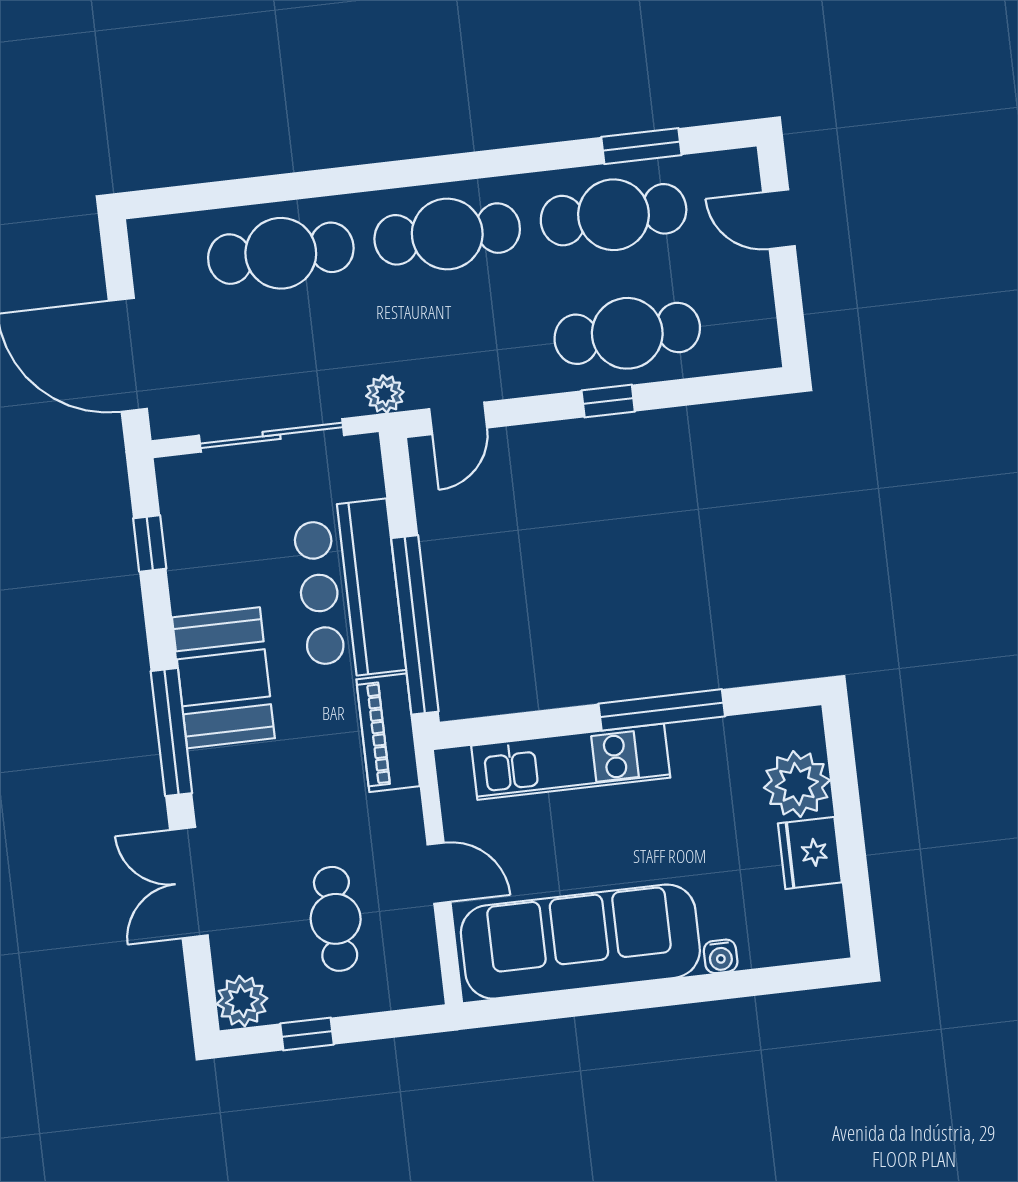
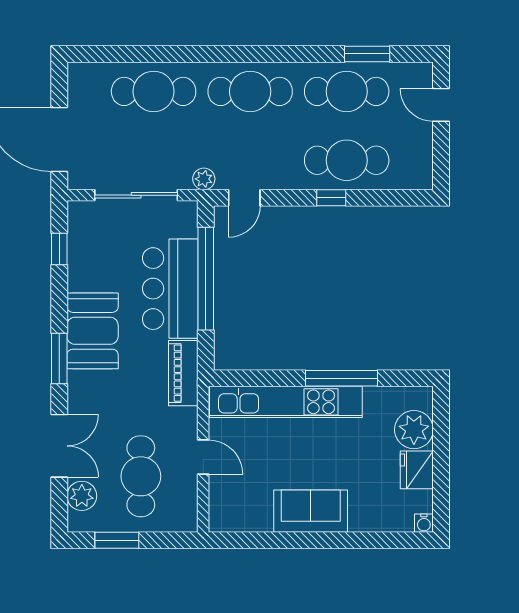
window: (415, 625) -> (206, 279), moved
window: (171, 732) -> (59, 358), width x0.69
kitchen unit: (571, 762) -> (286, 402), width x1.36
double door: (189, 883) -> (59, 446), swing flipped
cafe table: (336, 919) -> (141, 476), width x1.37, depth x1.35
sofa: (580, 942) -> (311, 511), width x0.54, depth x0.79
water cooler: (721, 956) -> (424, 523), moved
plant: (242, 1001) -> (82, 496), moved
window: (307, 1034) -> (117, 540), width x1.50

